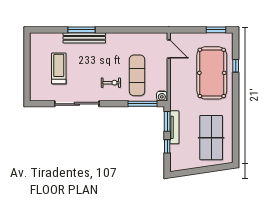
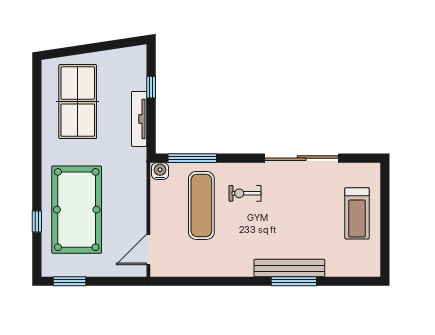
door: (169, 49) -> (148, 249), hinge flipped
treadmill: (59, 68) -> (357, 213), moved
window: (167, 121) -> (151, 129), removed

